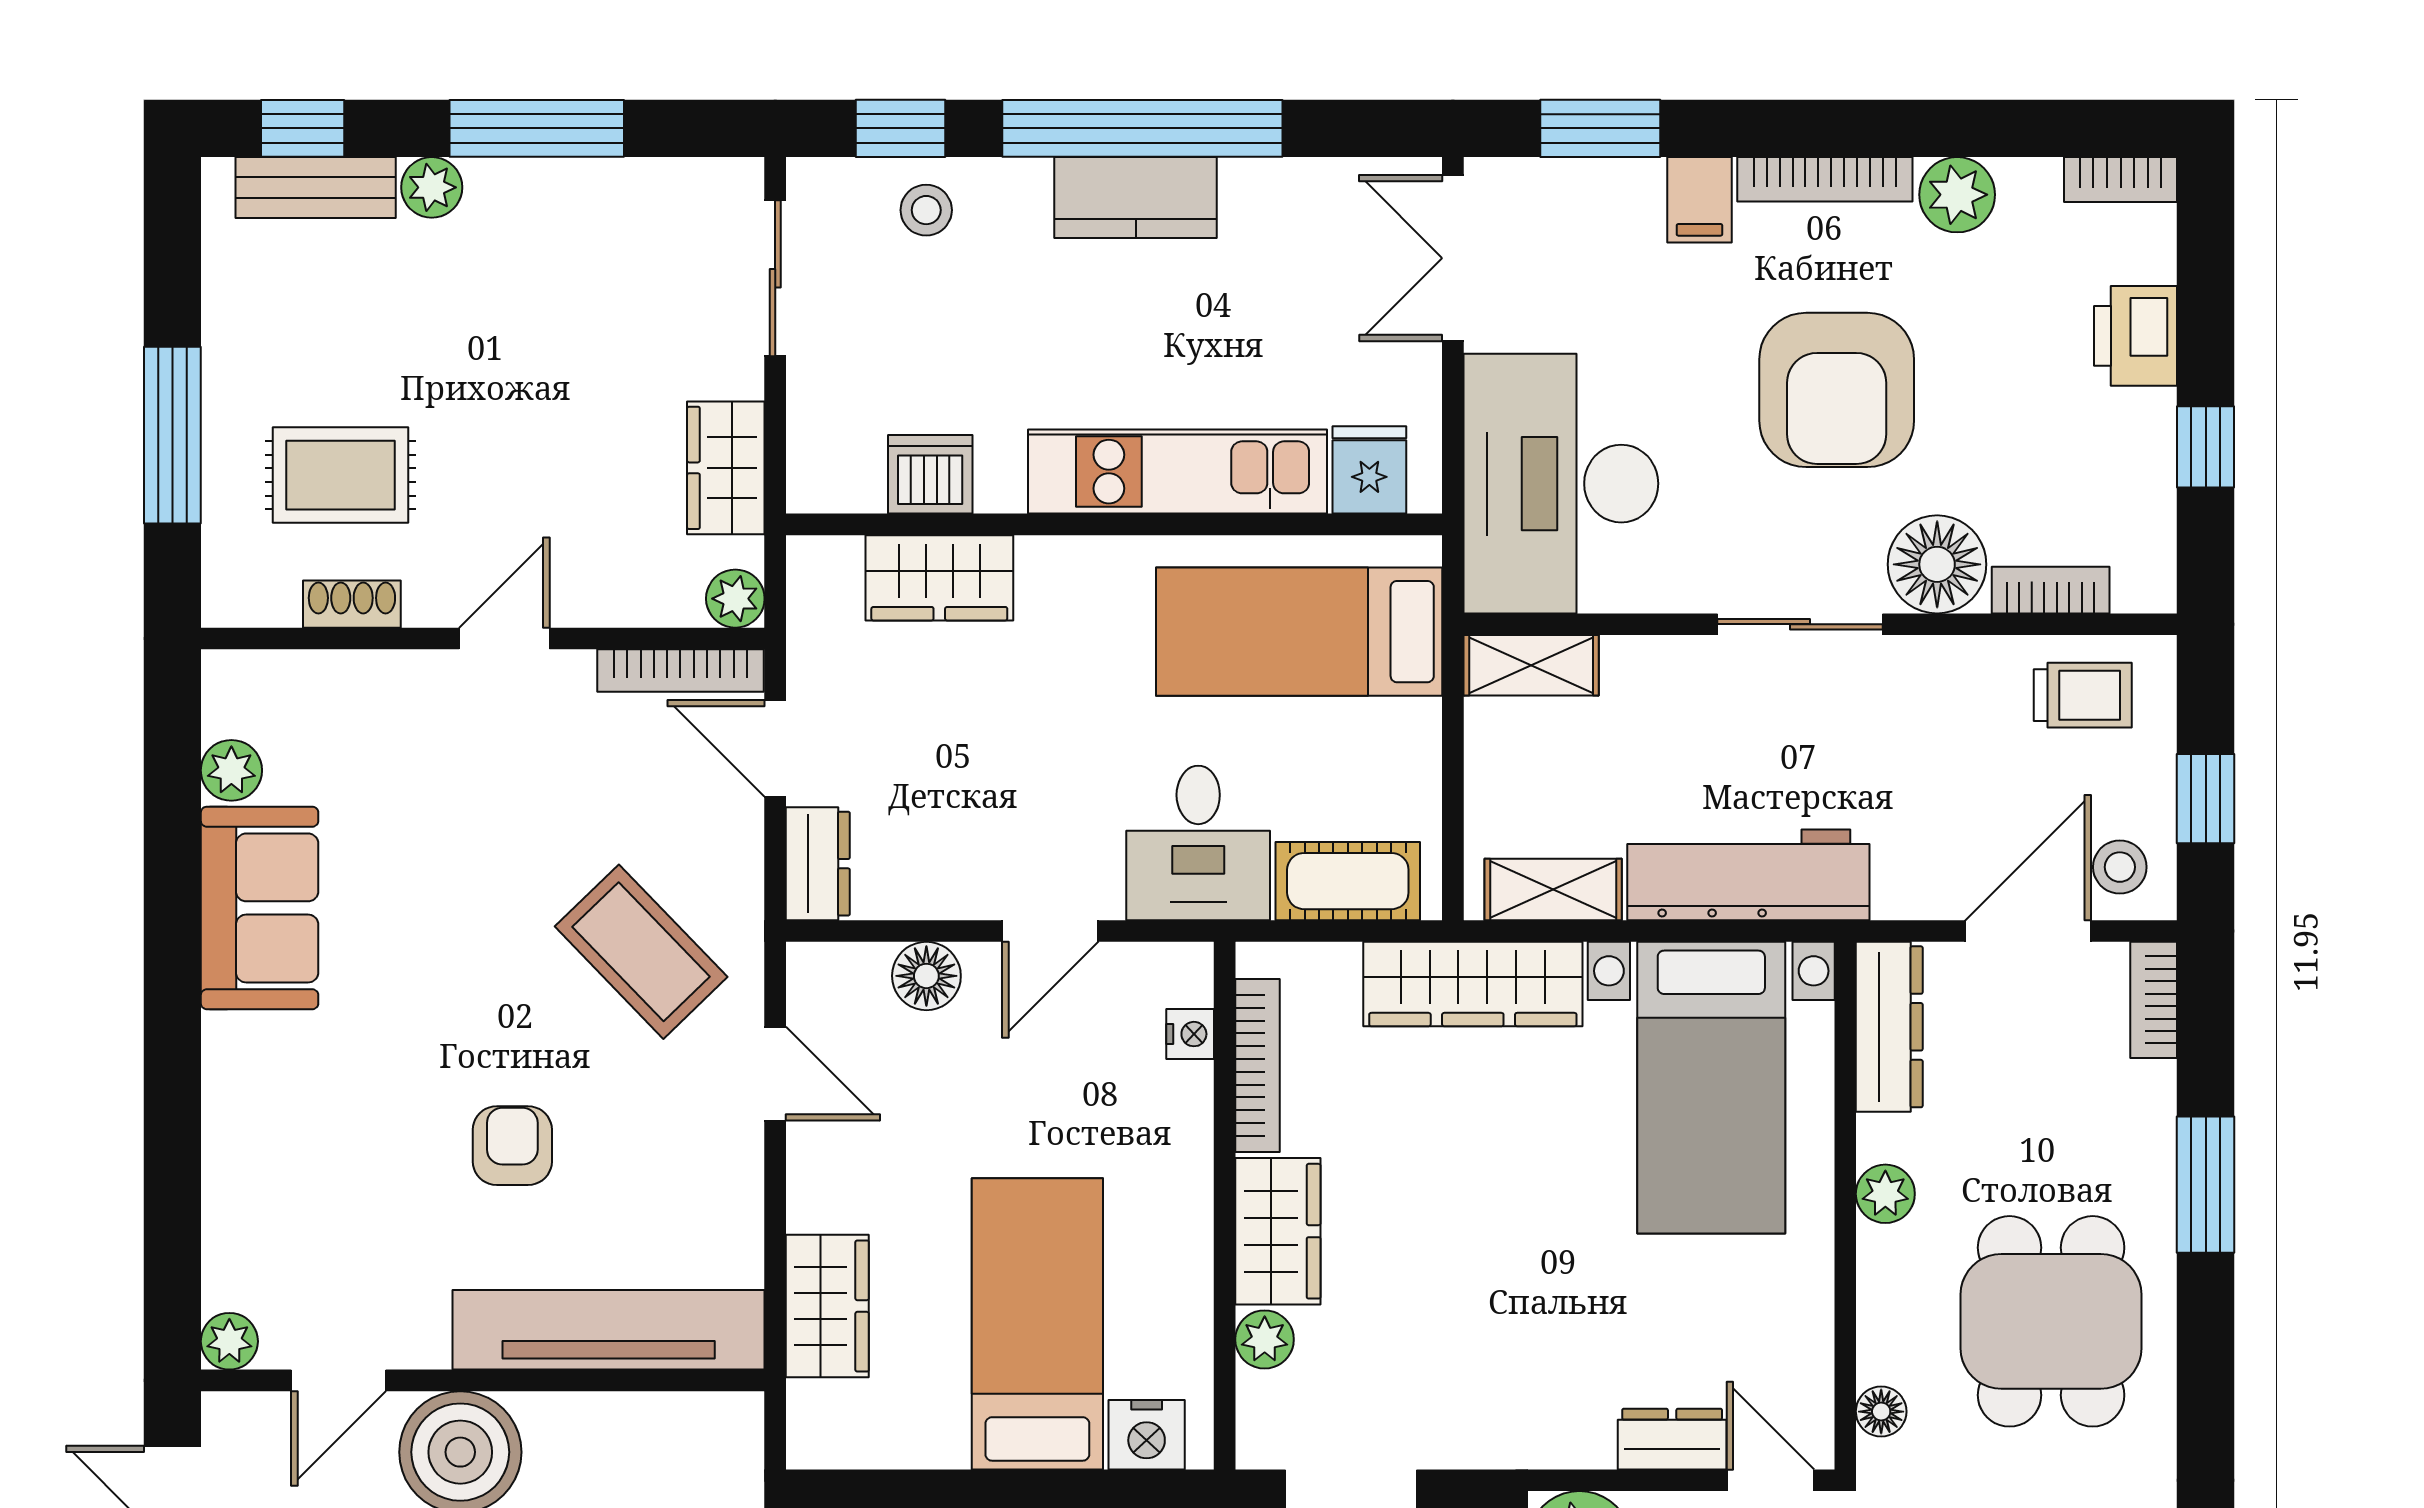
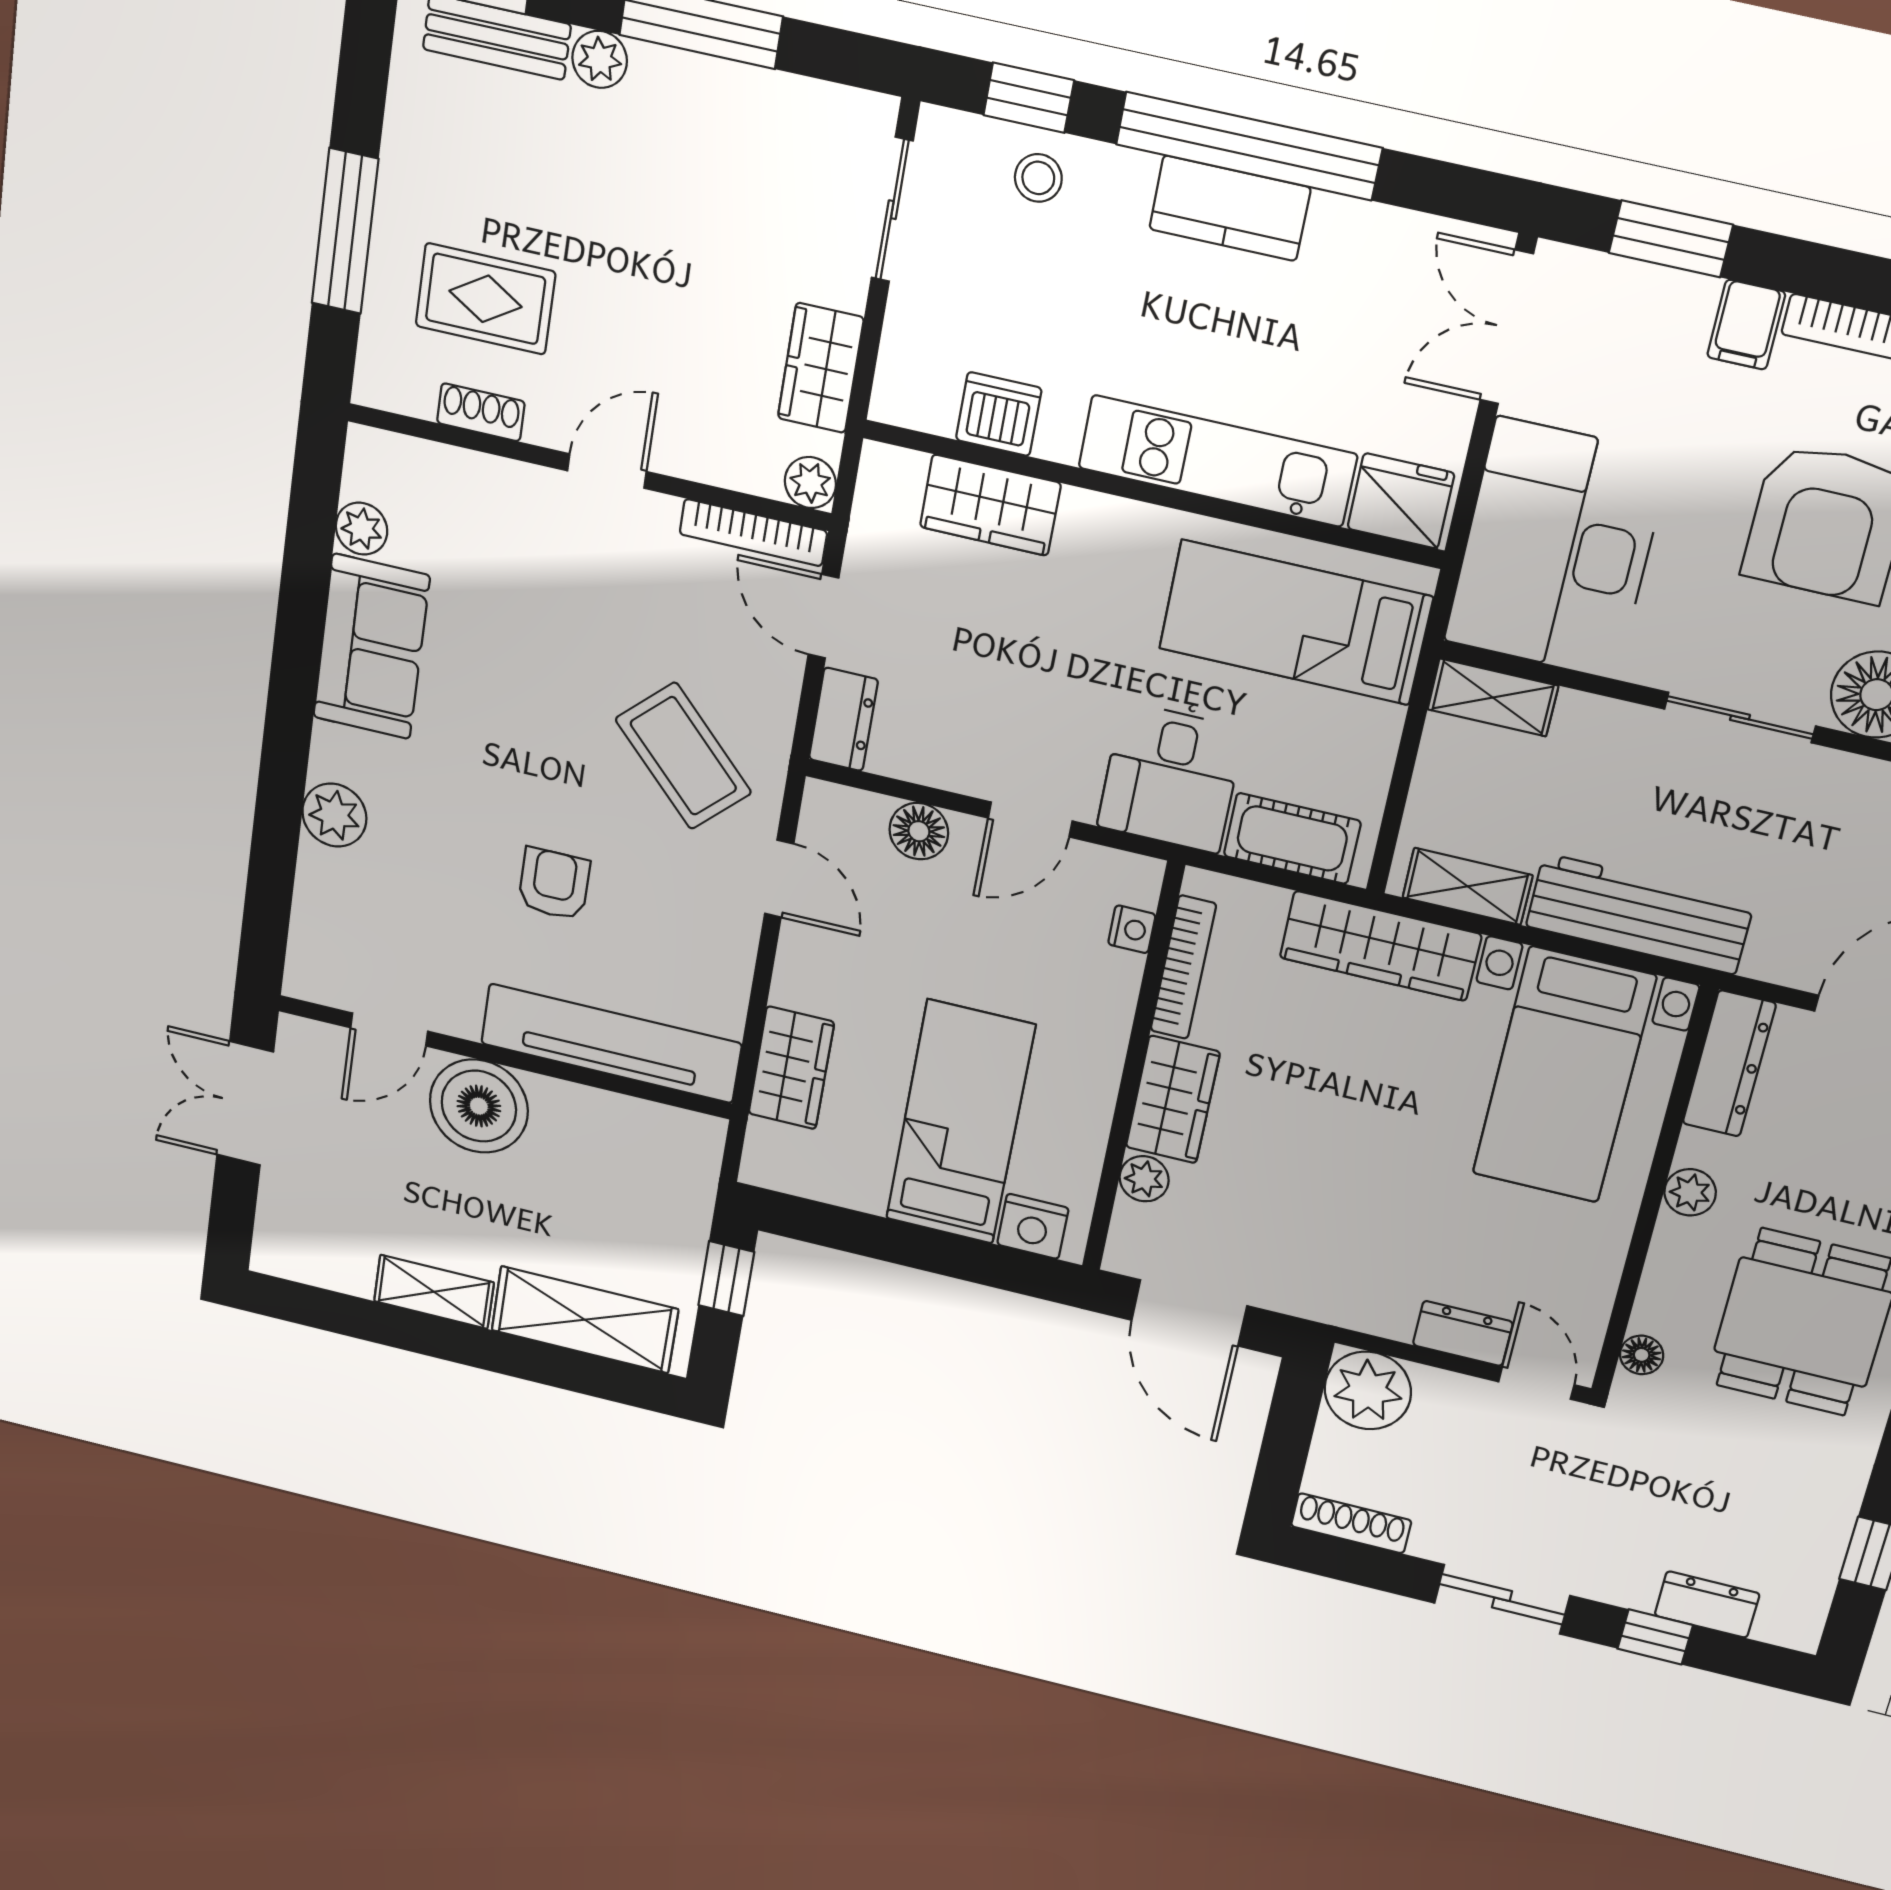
fridge: (1369, 470) -> (1401, 501), width x1.38
plant: (229, 1341) -> (334, 815), moved, width x1.38, depth x1.38

